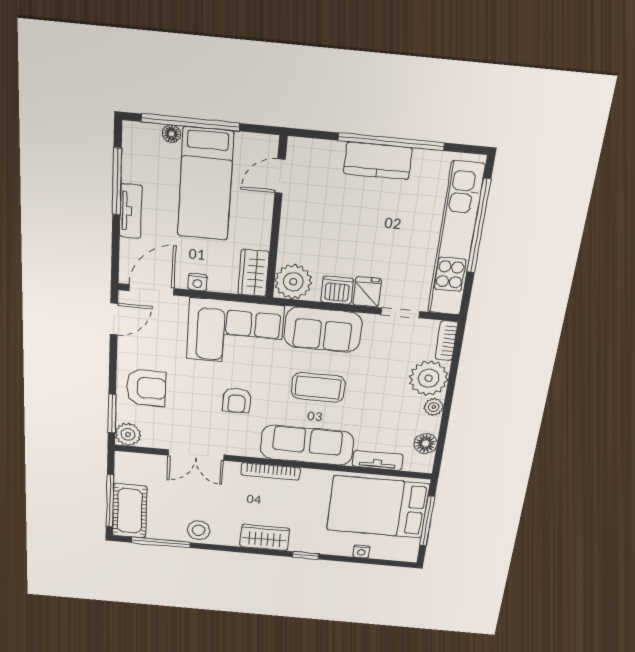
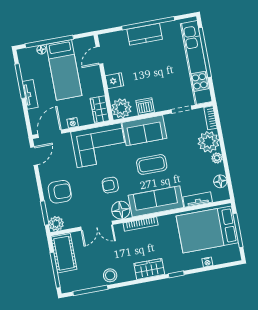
fridge: (367, 292) -> (114, 81), moved, turned 90
armchair: (237, 400) -> (110, 185), turned 90
floor lamp: (244, 443) -> (121, 210), added
cot: (130, 511) -> (64, 253), moved

